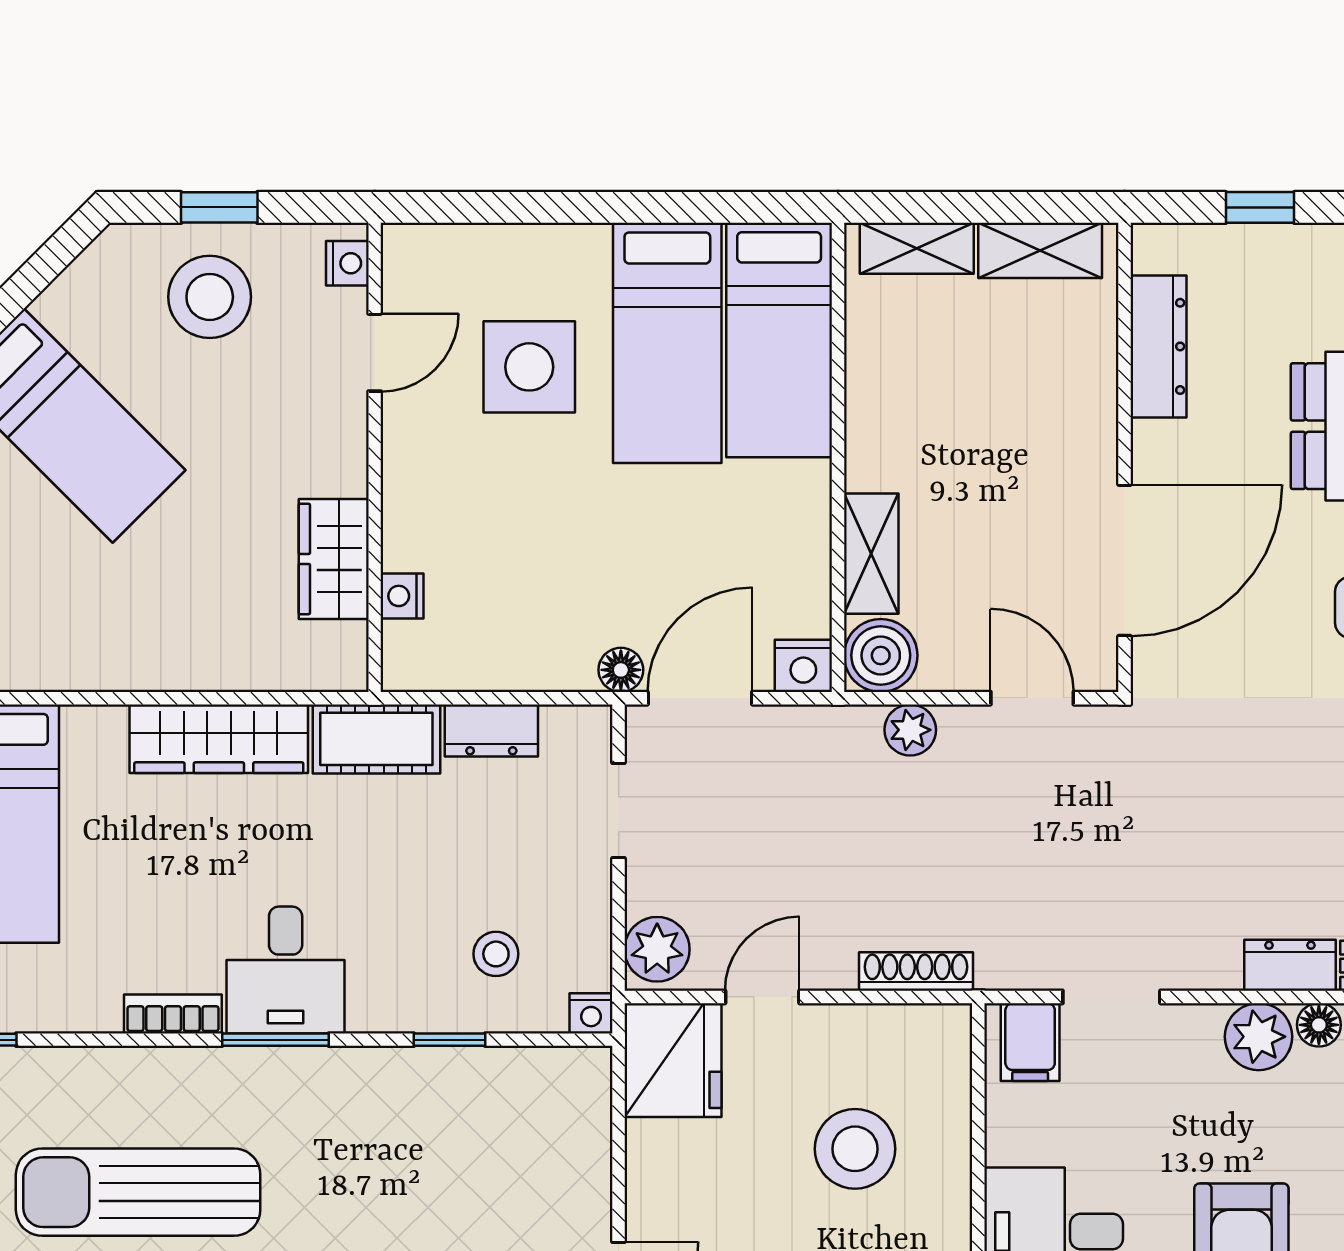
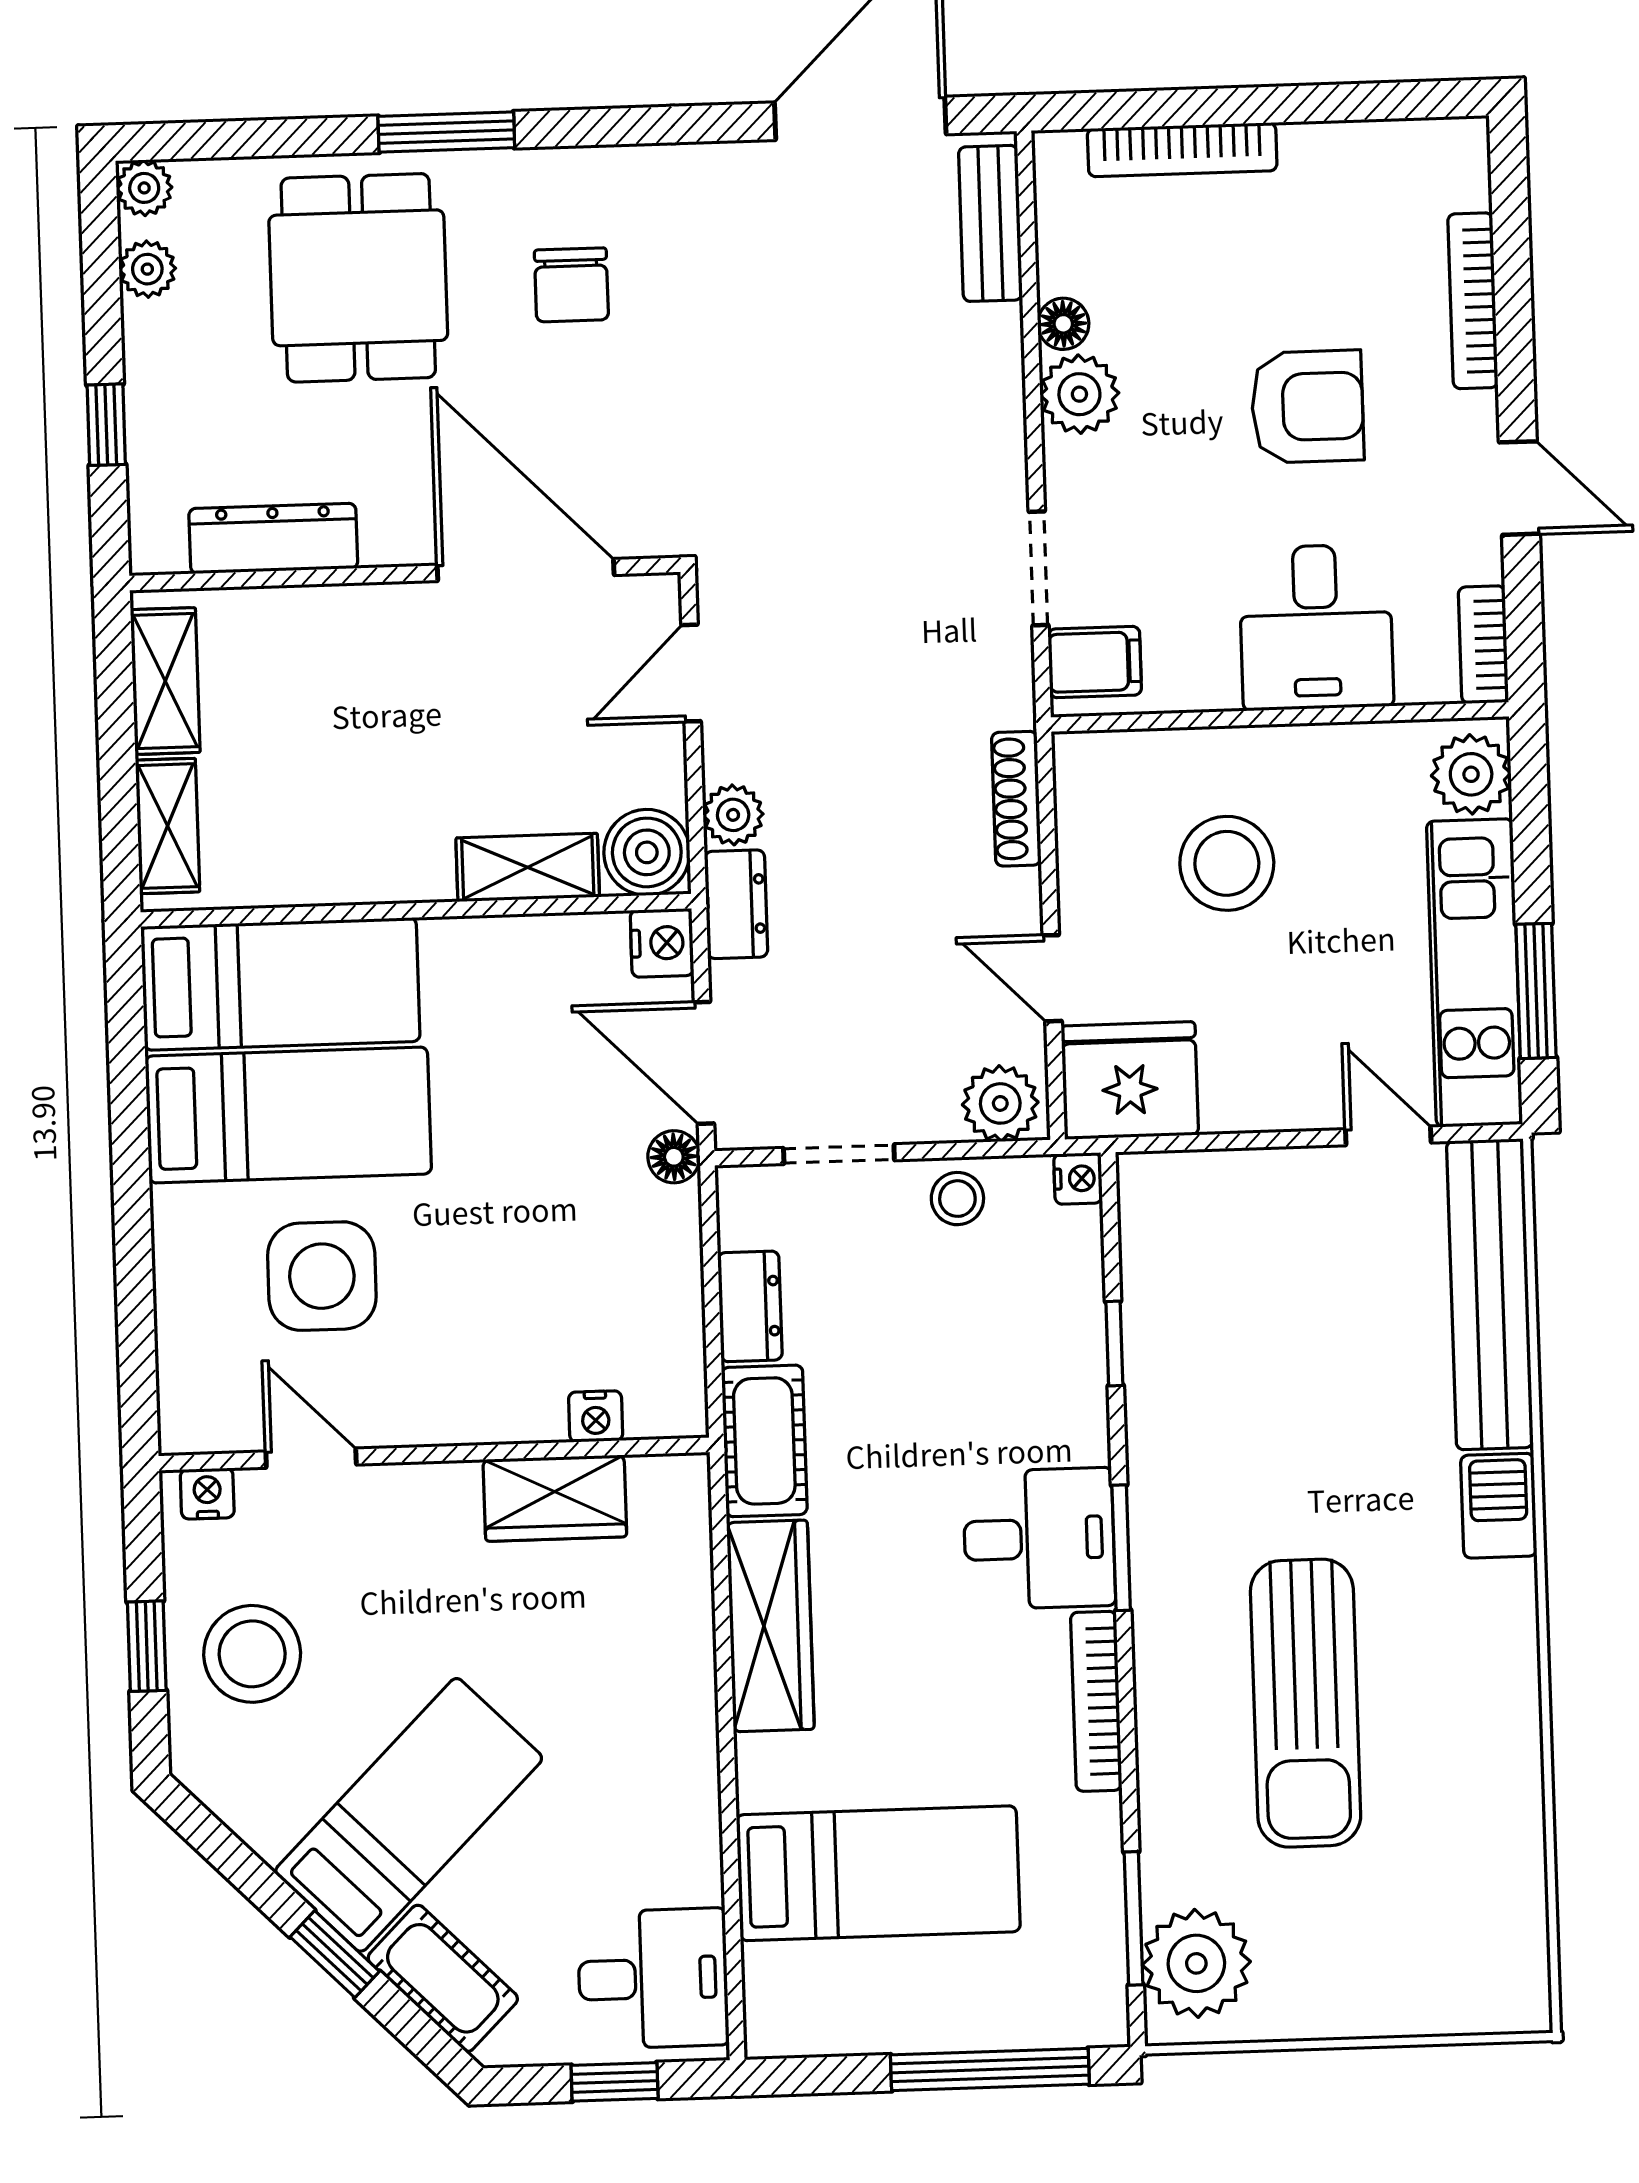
stool: (496, 954) -> (957, 1199), moved
dresser: (1290, 965) -> (736, 904), moved, turned 180
bookcase: (173, 1014) -> (1096, 1701), width x1.56

